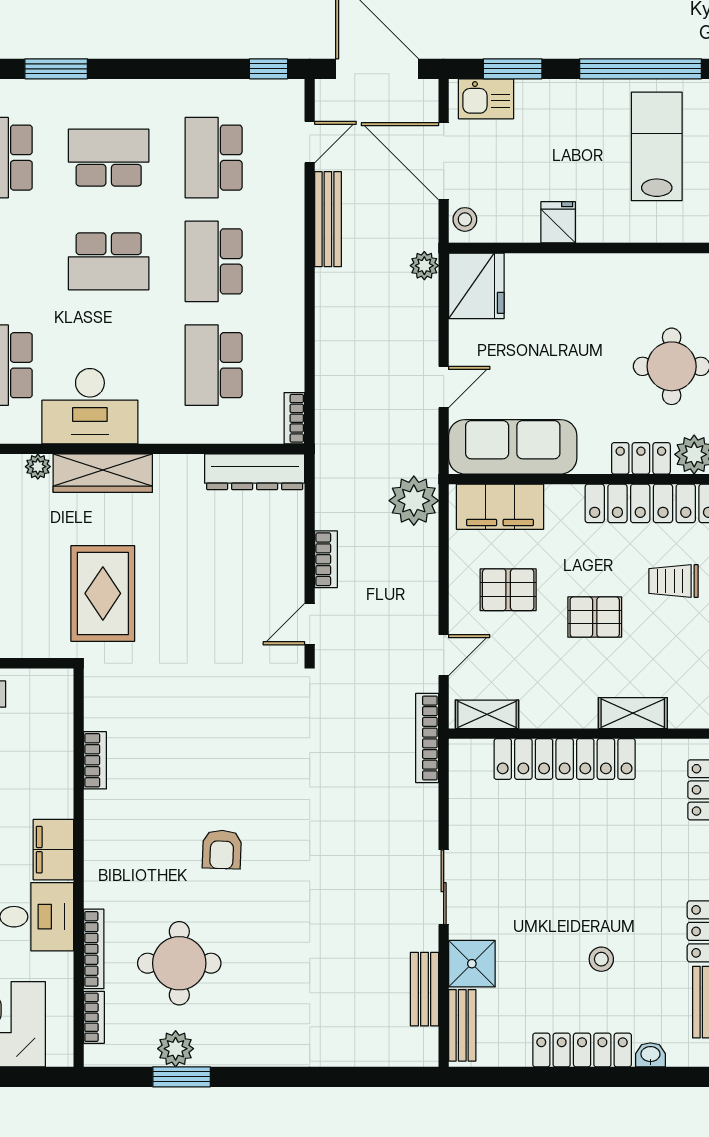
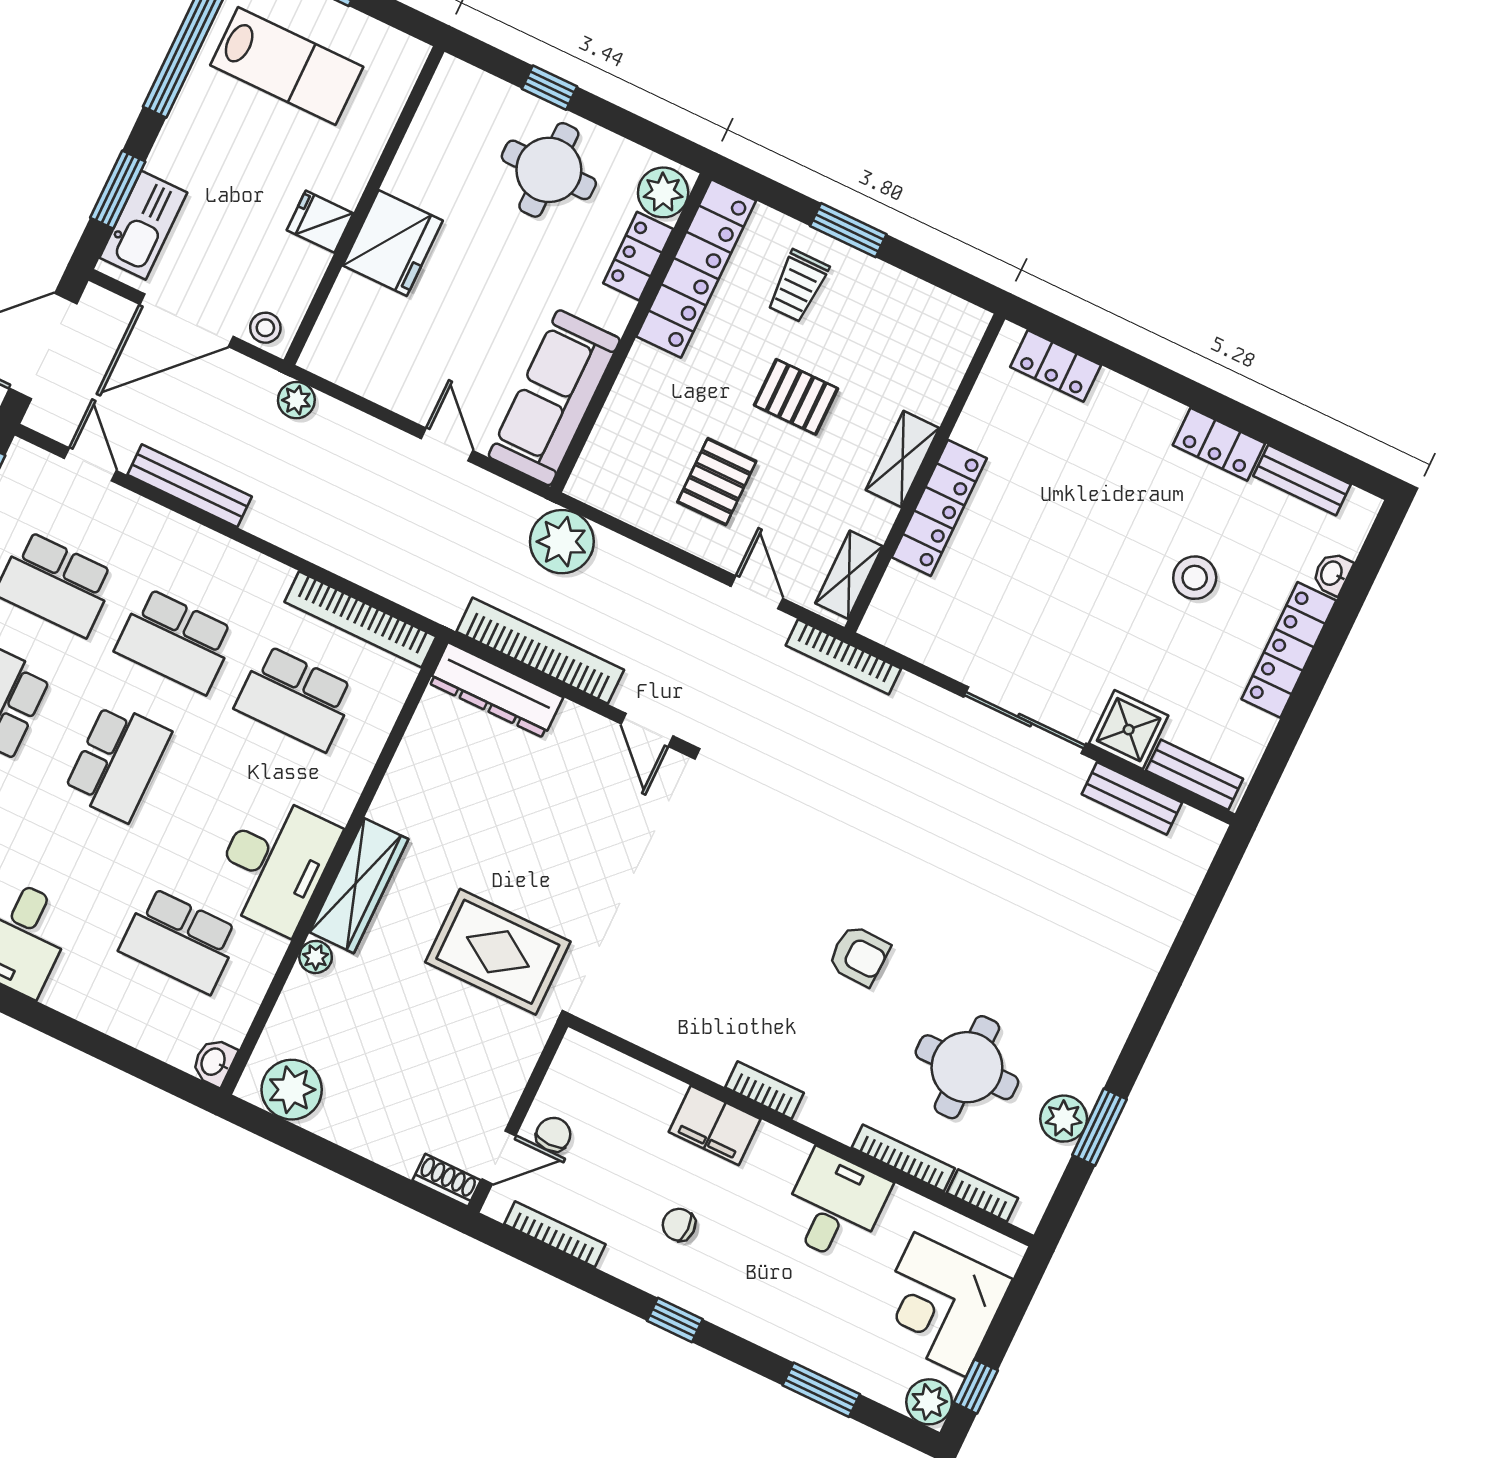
kitchen sink: (486, 99) -> (143, 225), width x1.38
lab bench: (657, 146) -> (287, 66), turned 180
fridge: (476, 286) -> (393, 243), moved, turned 90
bookcase: (294, 418) -> (360, 619), width x2.31, depth x1.31
dresser: (255, 472) -> (496, 690), moved, turned 90
filing cabinet: (500, 507) -> (616, 445), removed
bookcase: (326, 559) -> (540, 651), width x2.31, depth x1.31
pallet: (595, 617) -> (796, 397), turned 90
shelving: (633, 713) -> (902, 459), moved
locker: (565, 759) -> (939, 508), width x0.71, depth x0.83
bookcase: (95, 760) -> (765, 1090), moved
filing cabinet: (53, 850) -> (715, 1125), moved
sliding door: (444, 887) -> (1025, 720), width x1.37
stool: (601, 959) -> (1195, 578), width x1.37, depth x1.37

